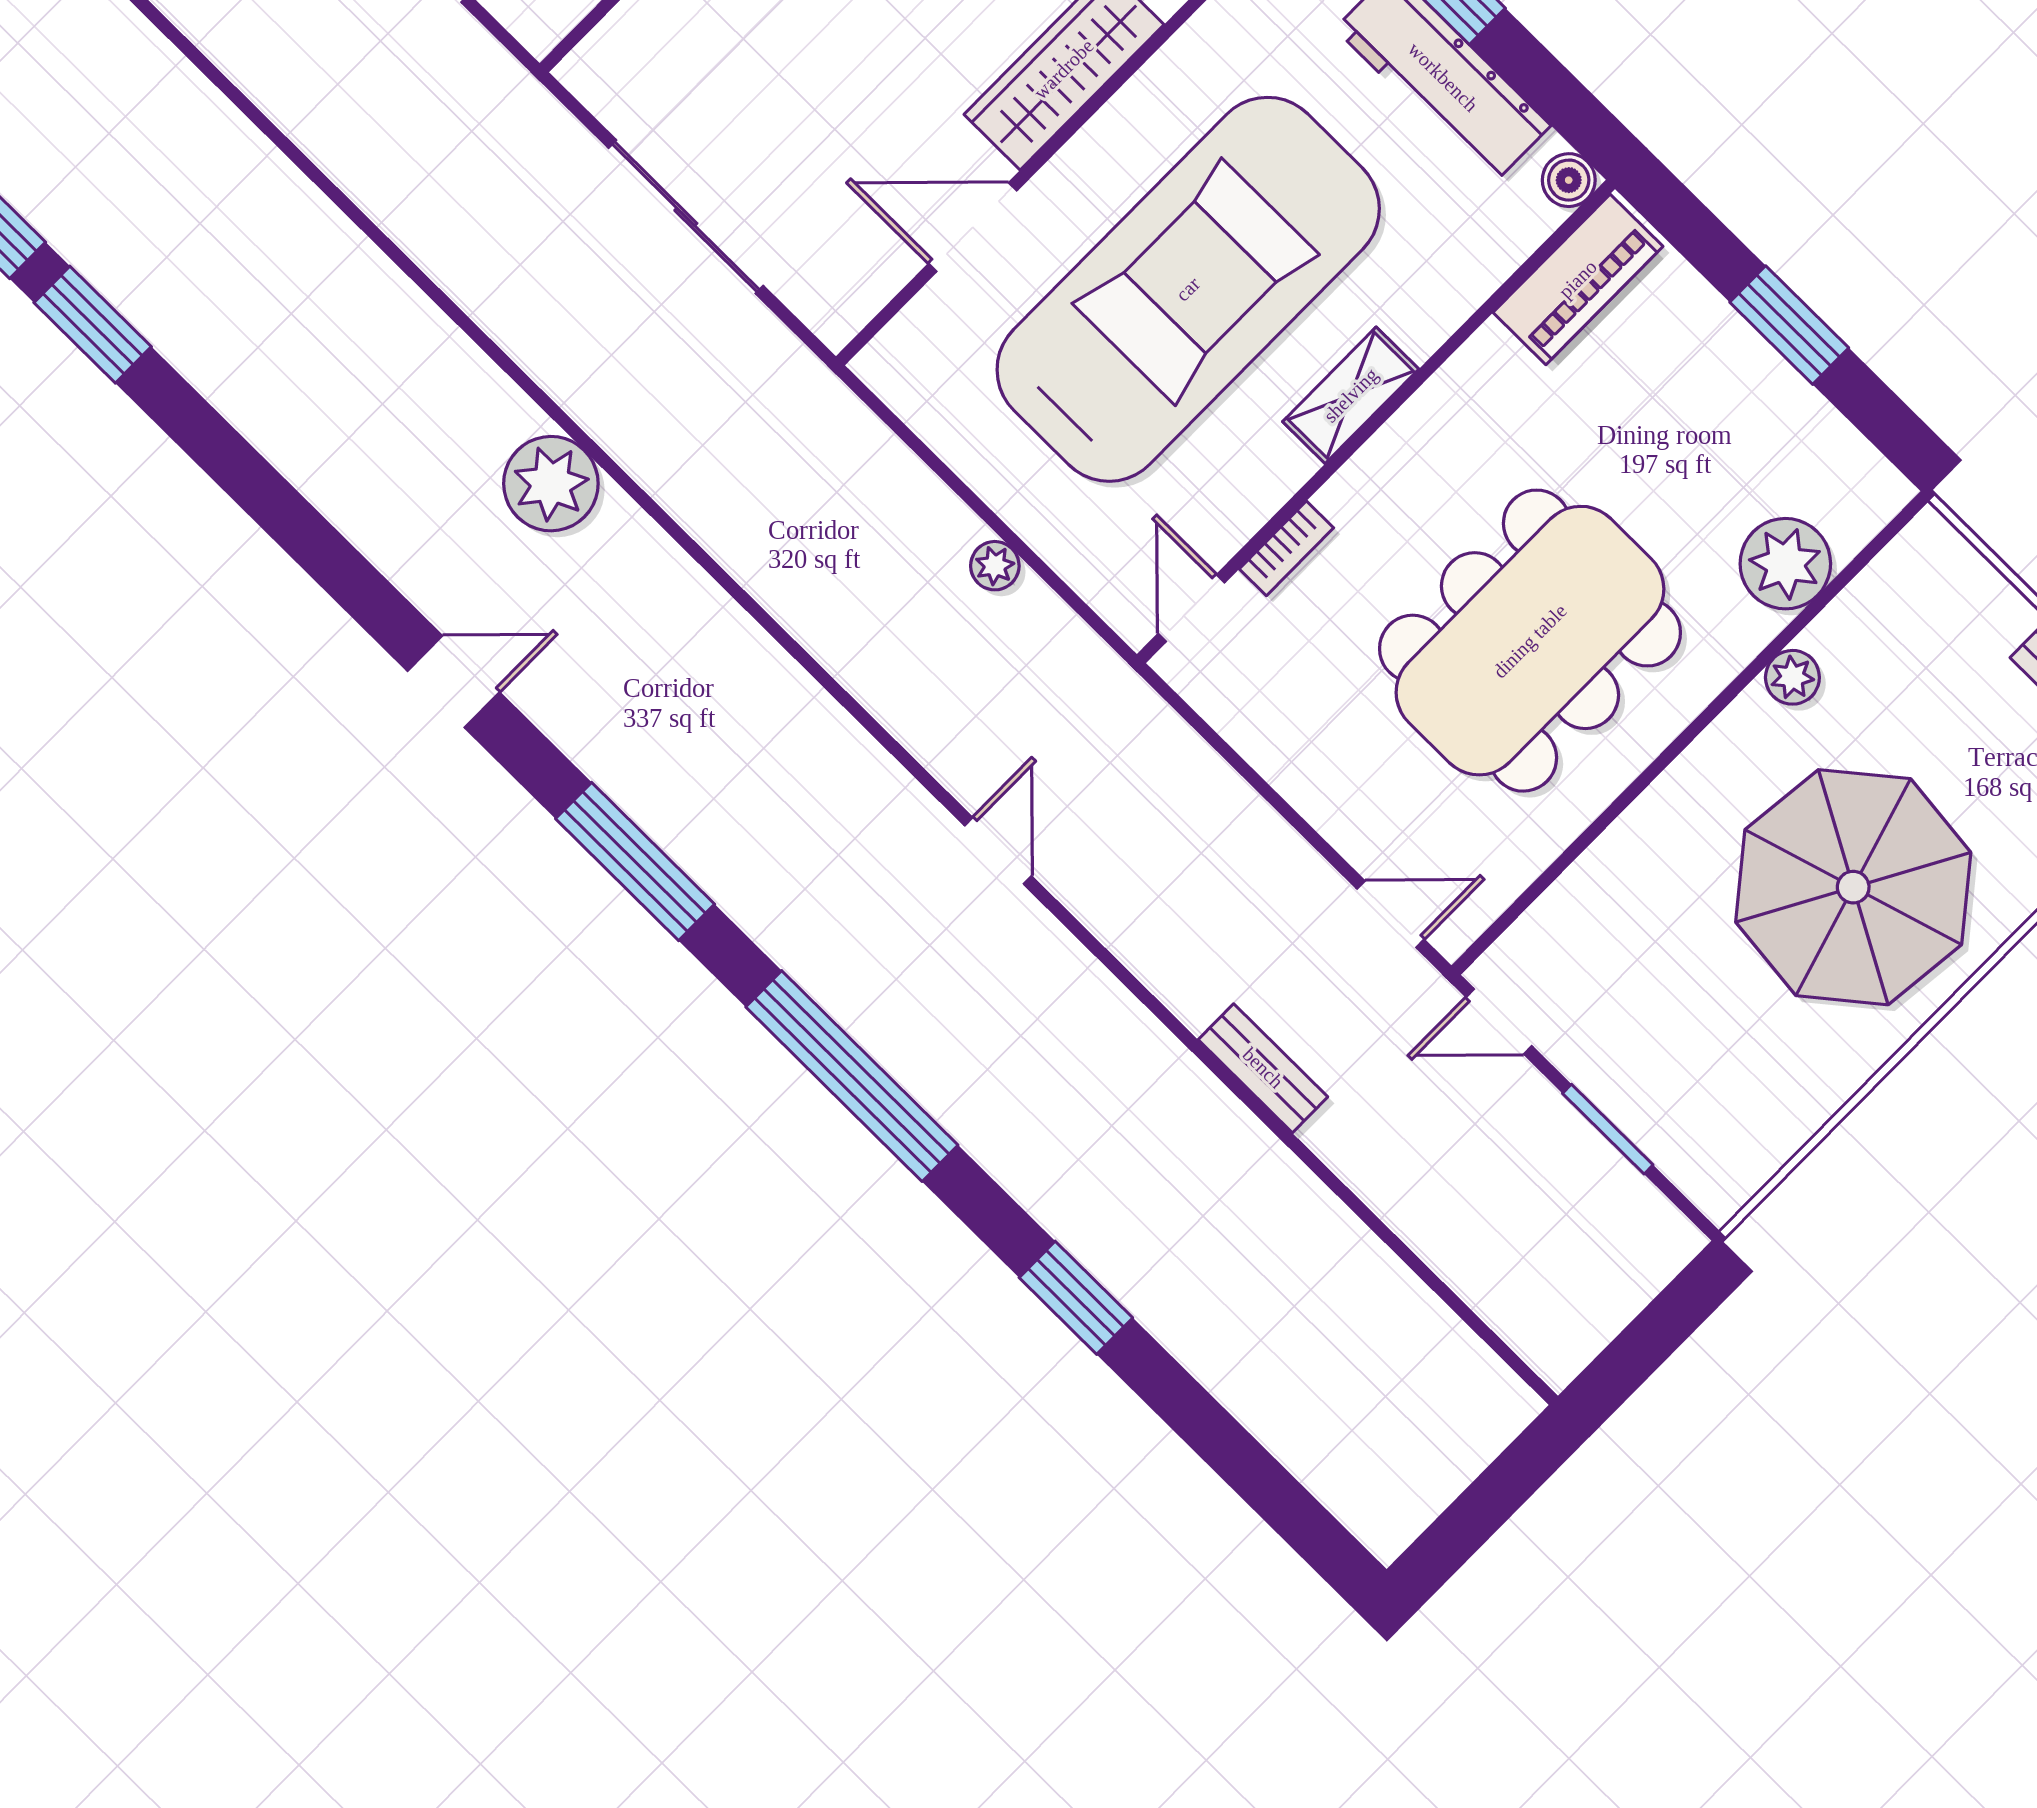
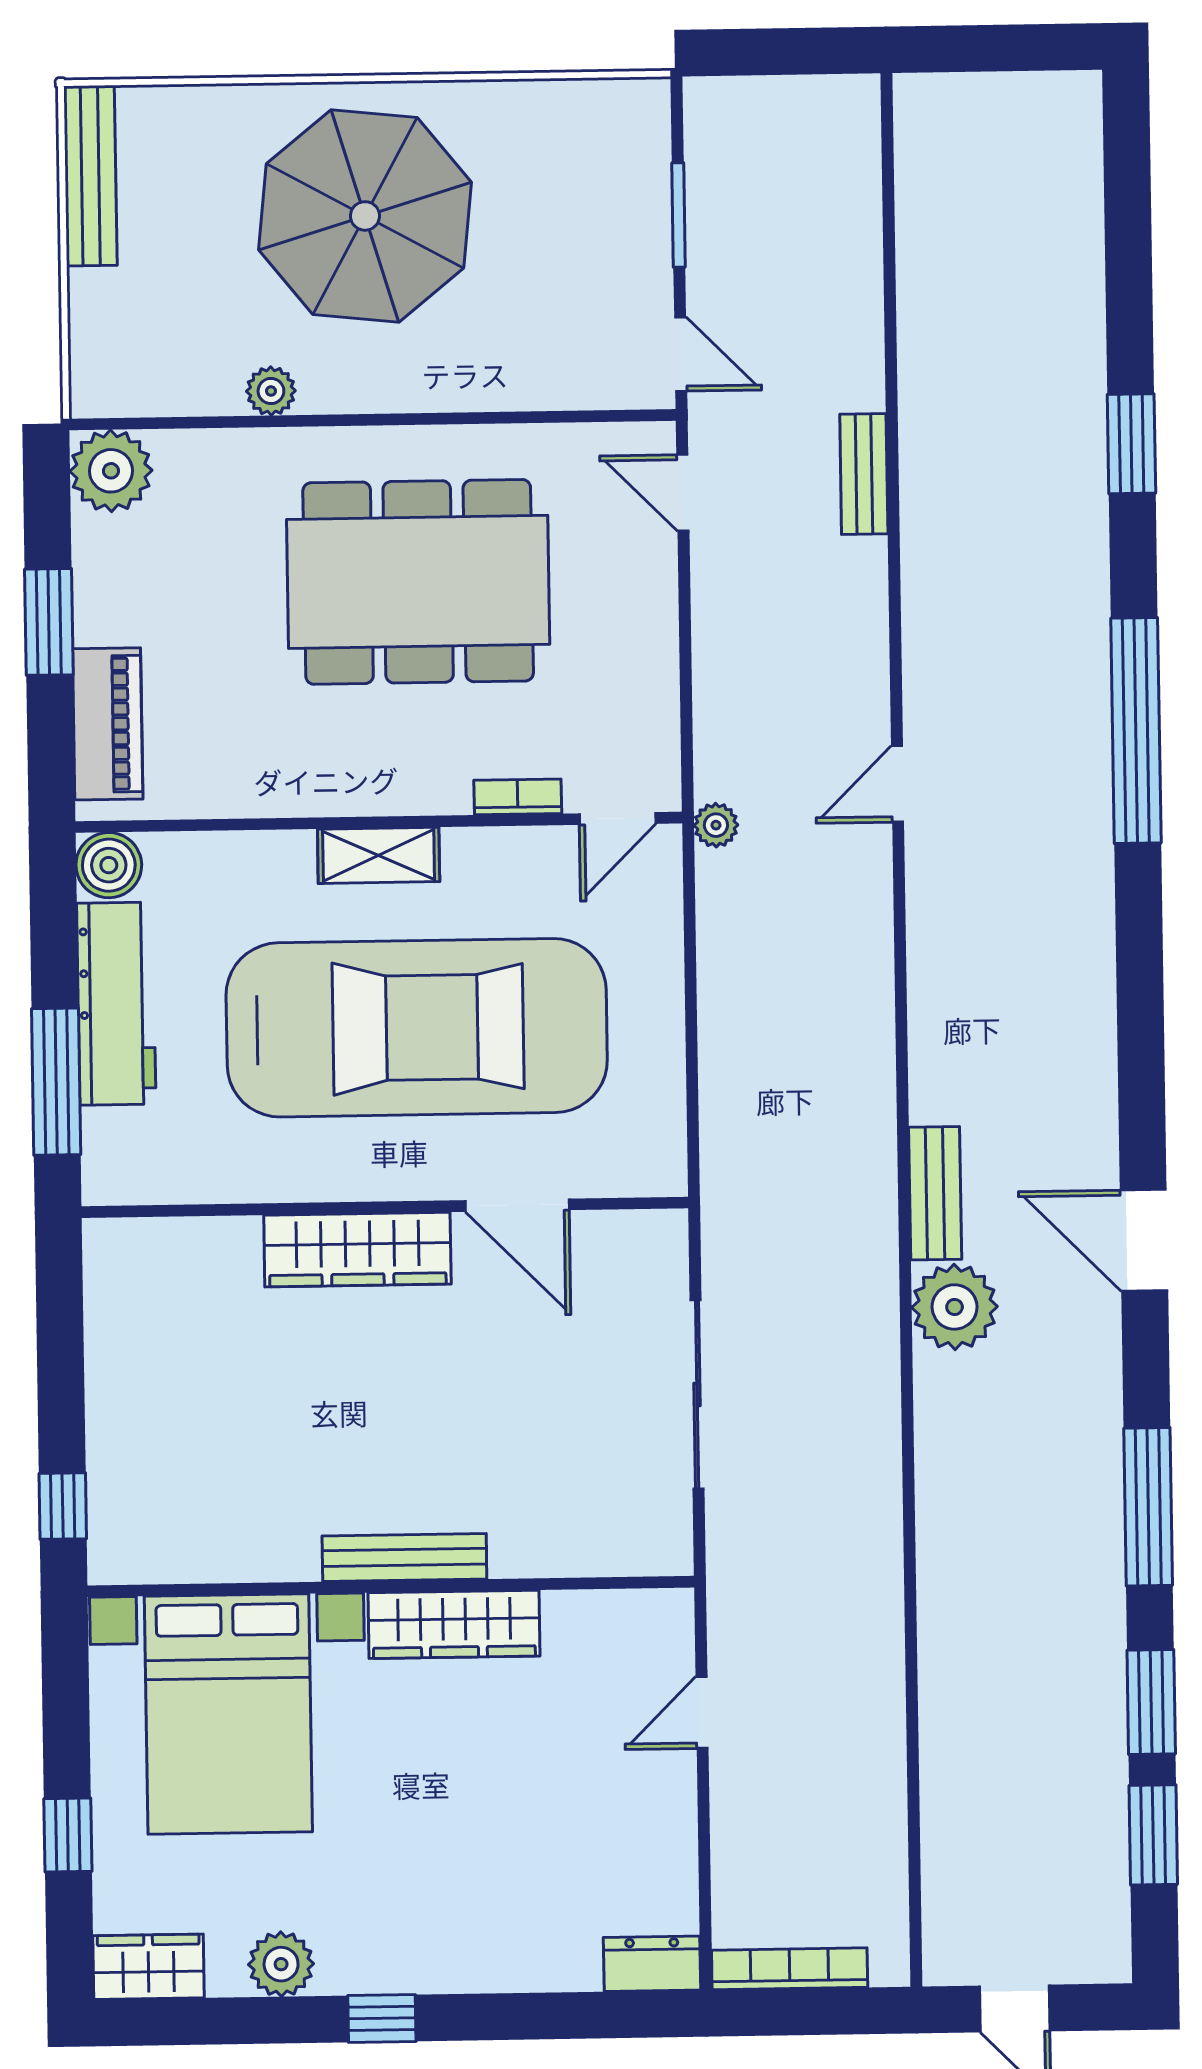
boiler: (1569, 180) -> (109, 865), width x1.36, depth x1.36
piano: (1578, 279) -> (108, 724), moved, turned 90
car: (1188, 289) -> (417, 1028), turned 180
bench: (654, 558) -> (935, 1193), added
plant: (1785, 564) -> (111, 471), moved
plant: (995, 566) -> (716, 825), moved
door: (453, 682) -> (1144, 1240), width x1.38
window: (635, 861) -> (1148, 1507), moved

